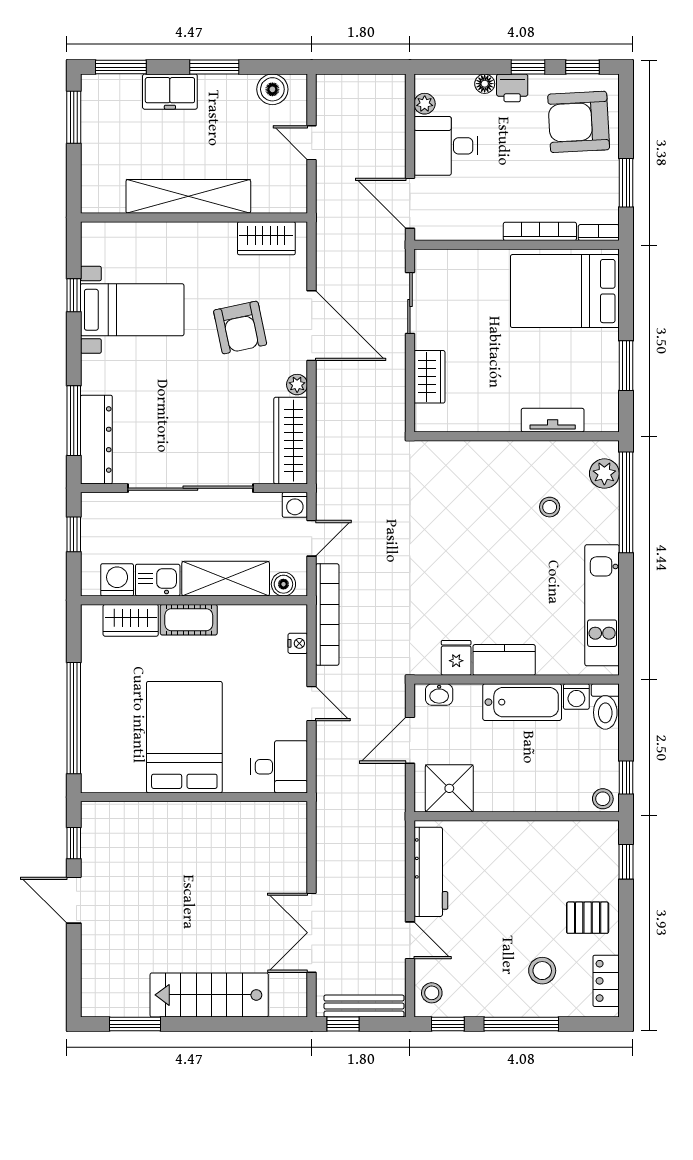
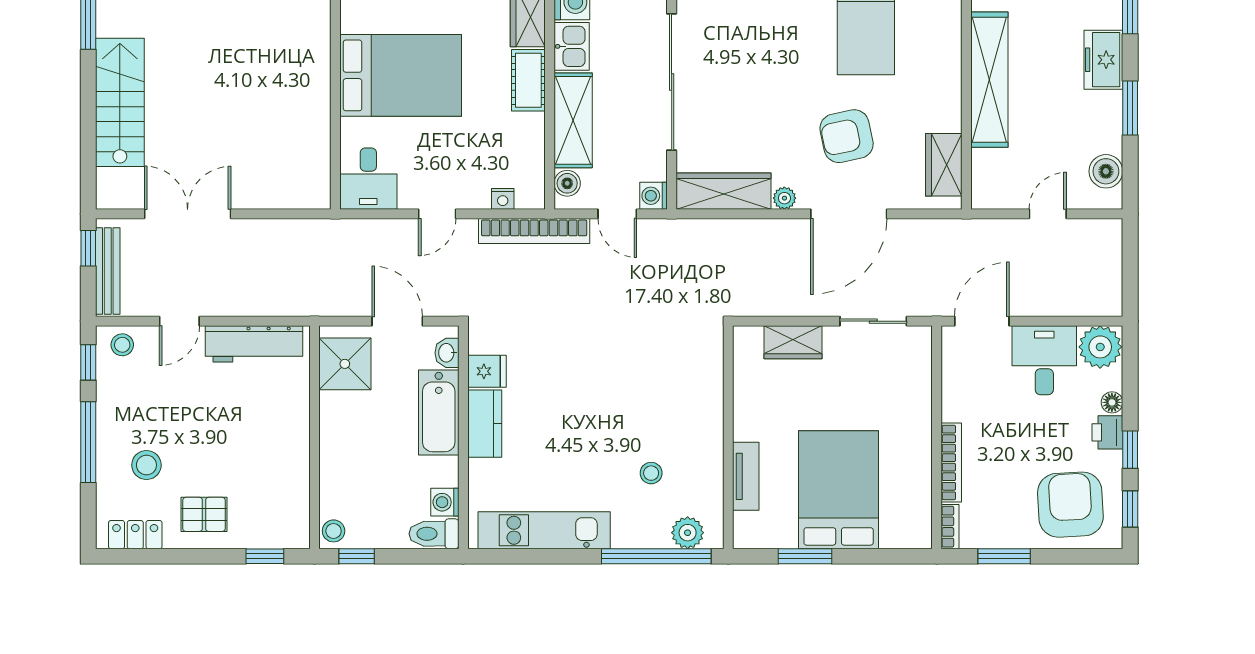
plant: (425, 104) -> (1100, 347), width x1.88, depth x1.88
bed: (565, 291) -> (839, 490), moved
bathtub: (522, 702) -> (439, 413), moved
pallet: (588, 918) -> (204, 514), turned 90

